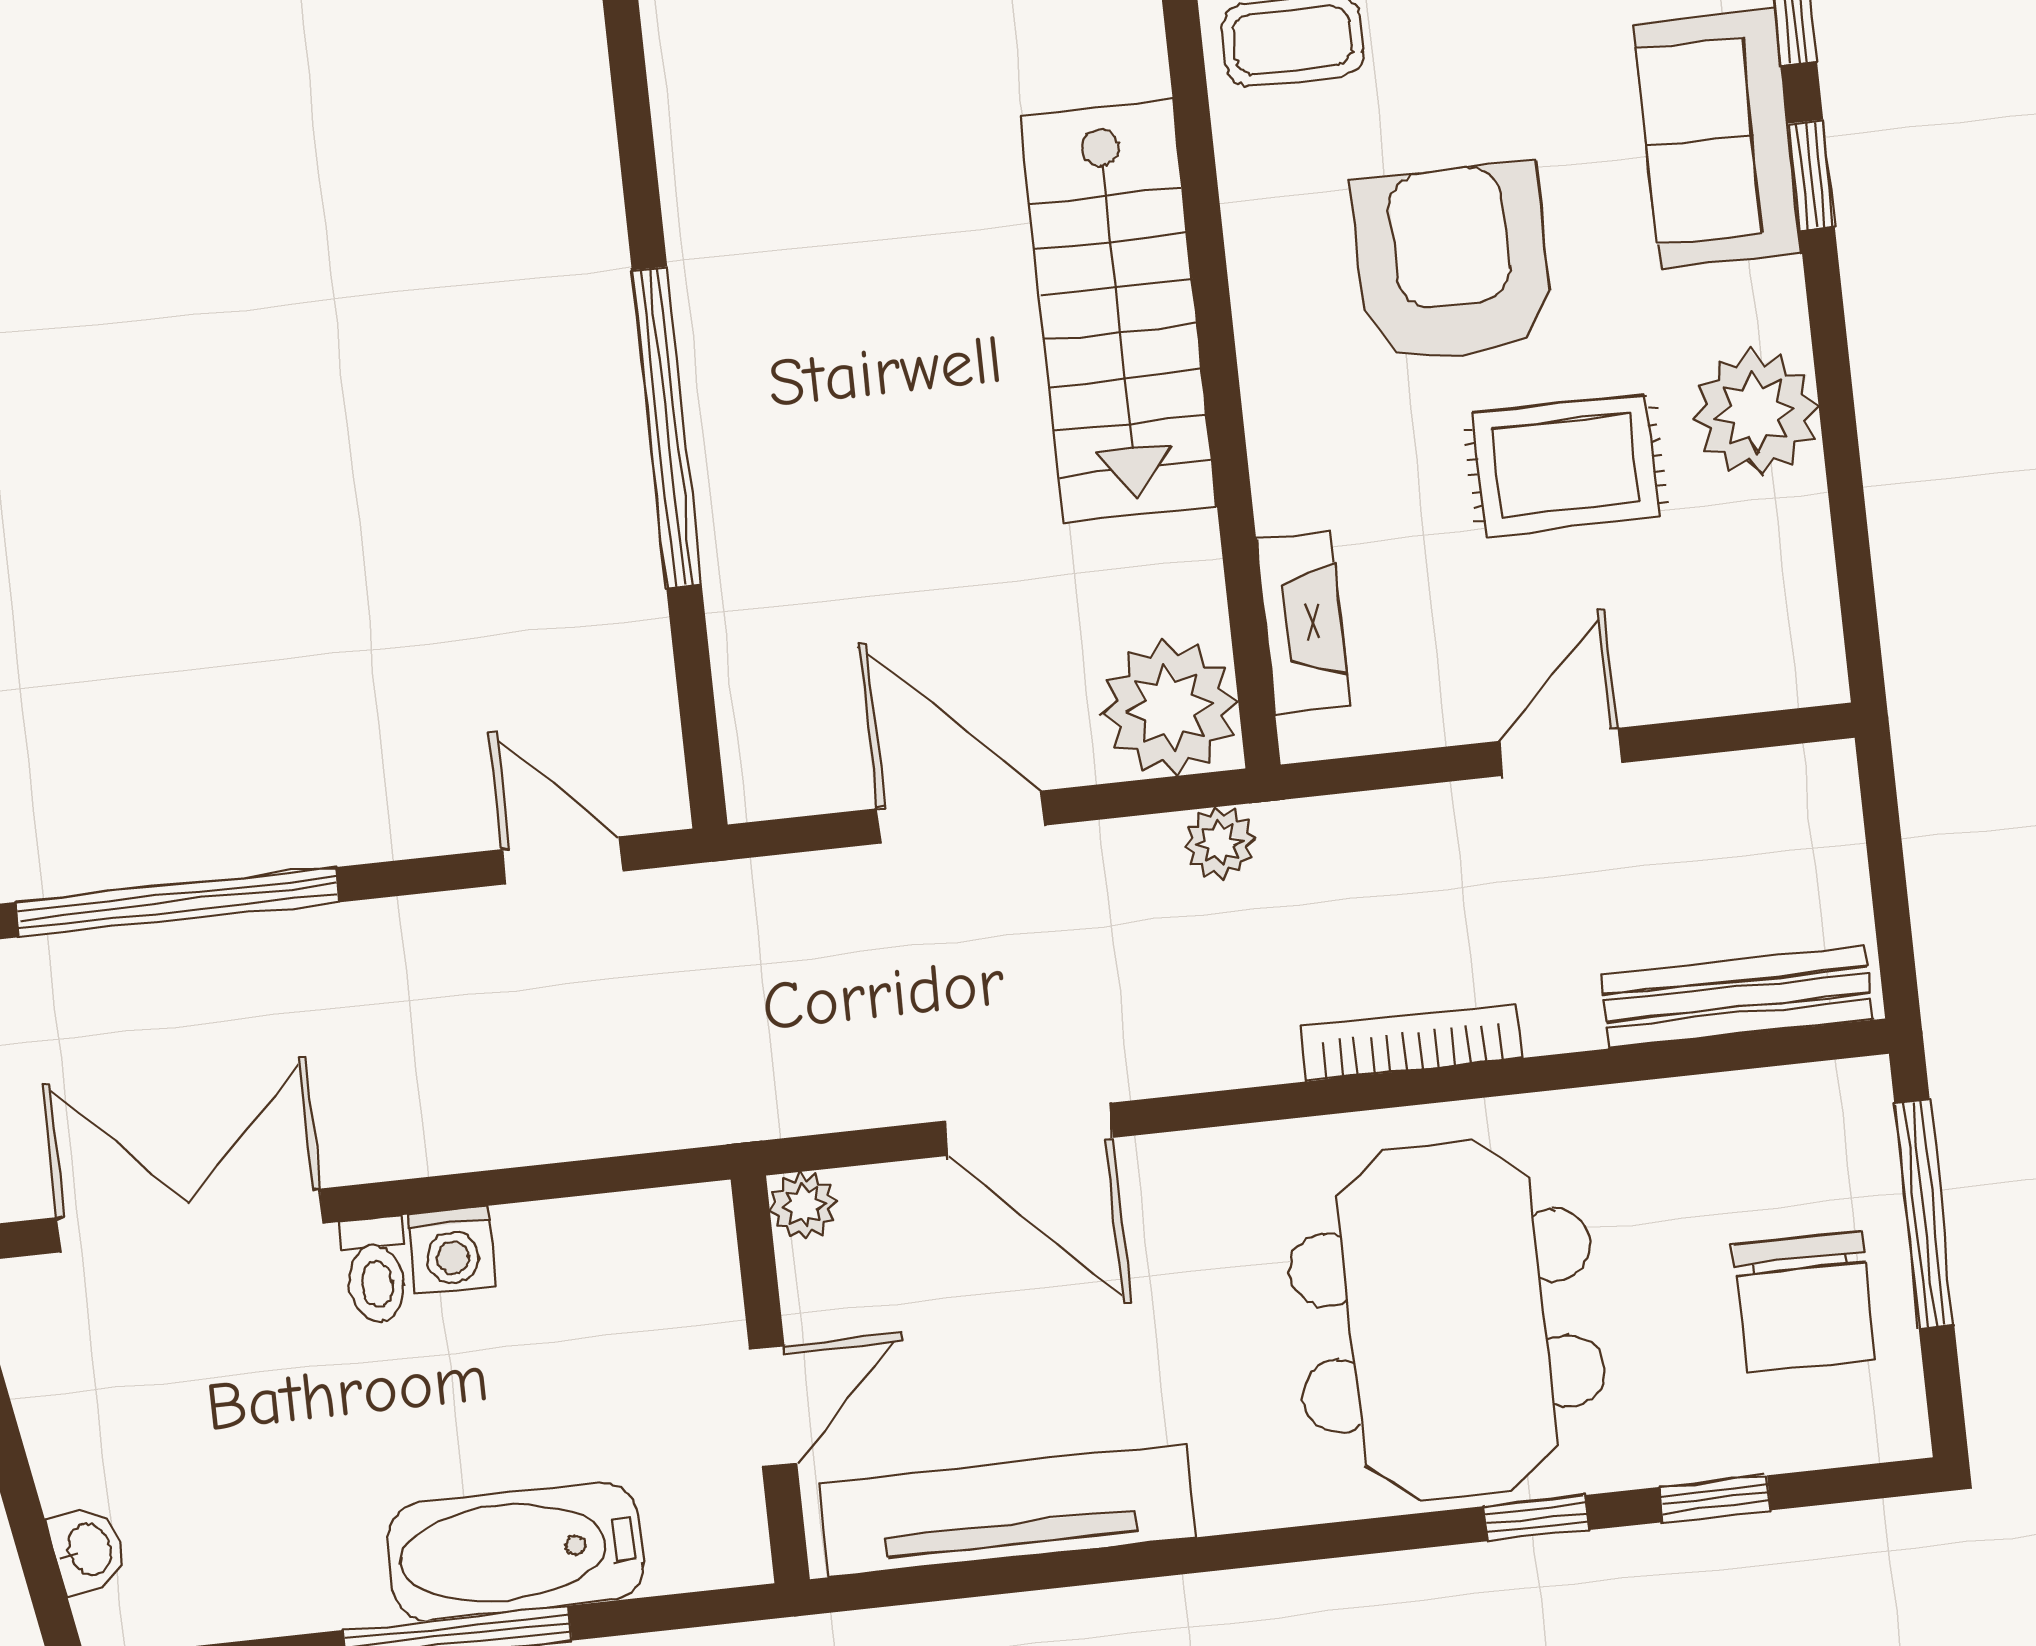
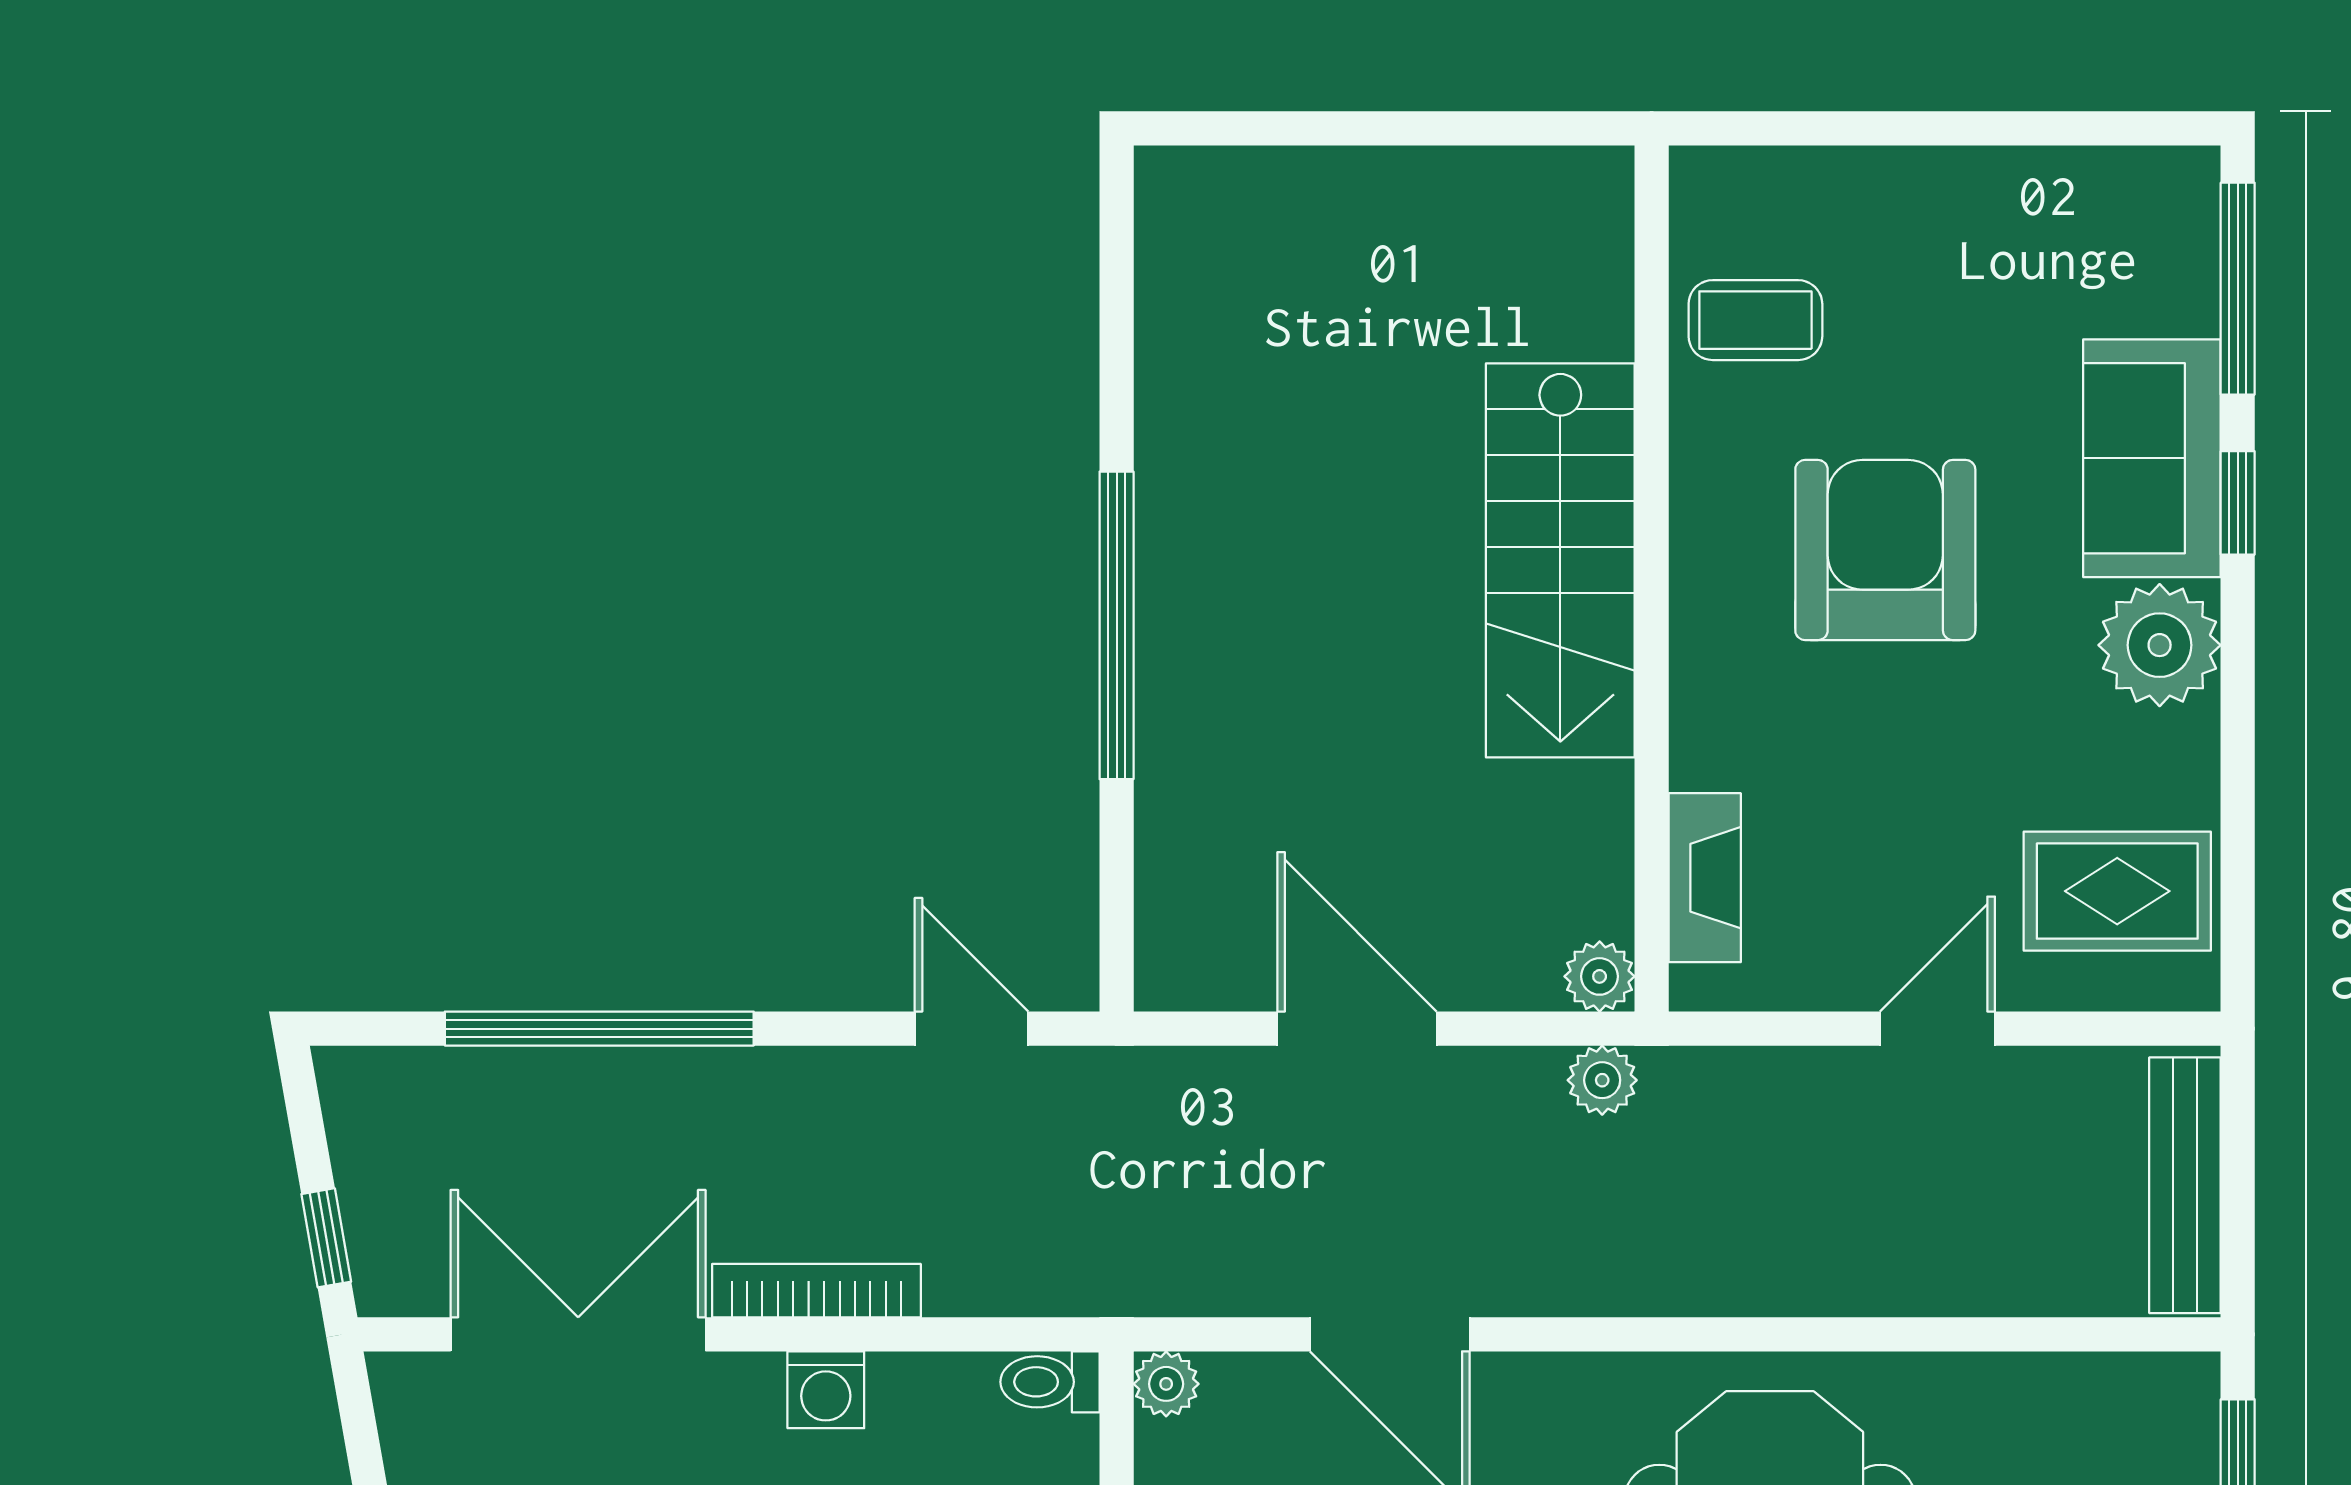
plant: (1755, 412) -> (2160, 645), moved
rug: (1566, 465) -> (2117, 891), moved
plant: (1170, 708) -> (1600, 976), width x0.53, depth x0.53
bench: (1737, 997) -> (2185, 1185), moved, turned 90
bookcase: (1411, 1042) -> (816, 1291), moved
toilet: (375, 1270) -> (1050, 1382), moved, turned 90

